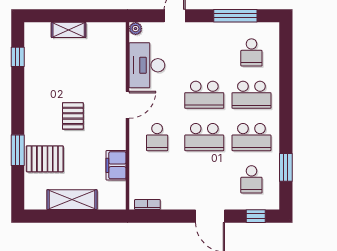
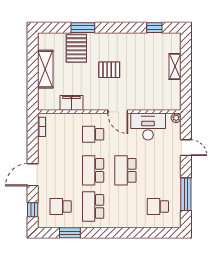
school desk: (251, 95) -> (125, 206), removed

